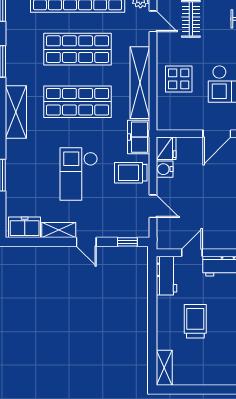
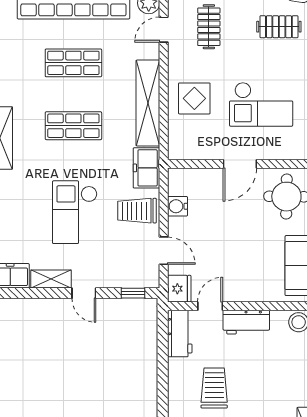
door: (153, 21) -> (164, 30), swing flipped
shop shelf: (78, 49) -> (73, 63), width x0.70, depth x0.74
shop shelf: (78, 102) -> (73, 126), width x0.70, depth x0.74
fridge: (166, 148) -> (179, 289), moved

